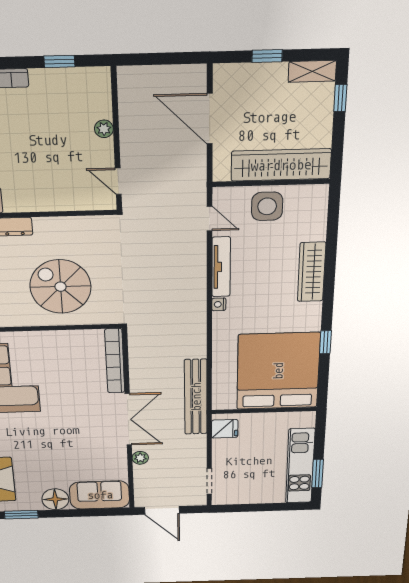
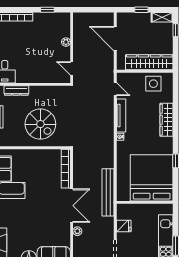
side table: (267, 206) -> (153, 84), moved
spiral stairs: (61, 287) -> (40, 124), turned 180
fridge: (225, 429) -> (124, 226), moved

